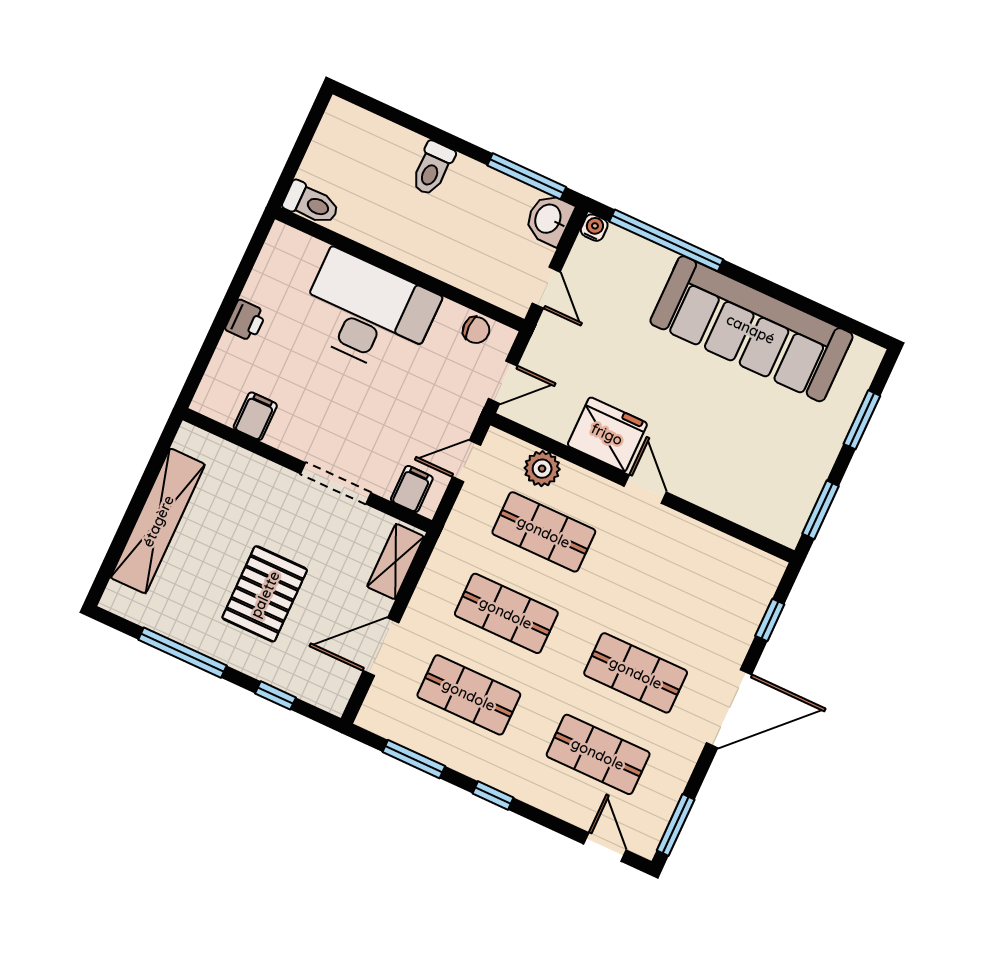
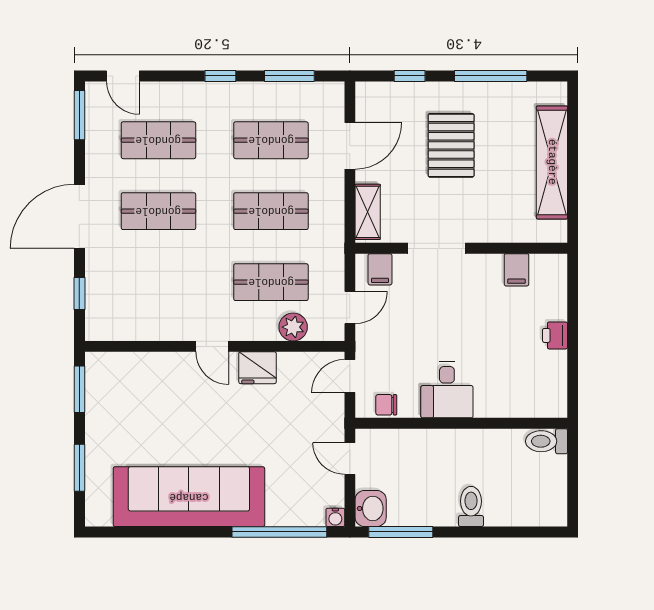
desk: (368, 313) -> (447, 390), width x0.53, depth x0.77
fridge: (607, 434) -> (258, 368), width x0.73, depth x0.75

